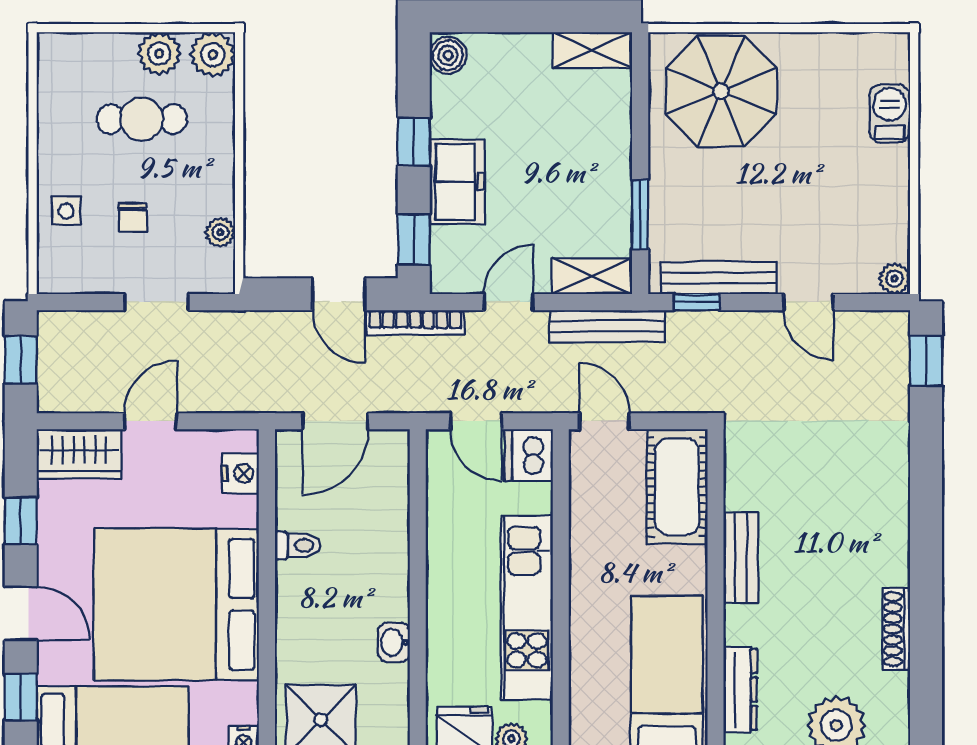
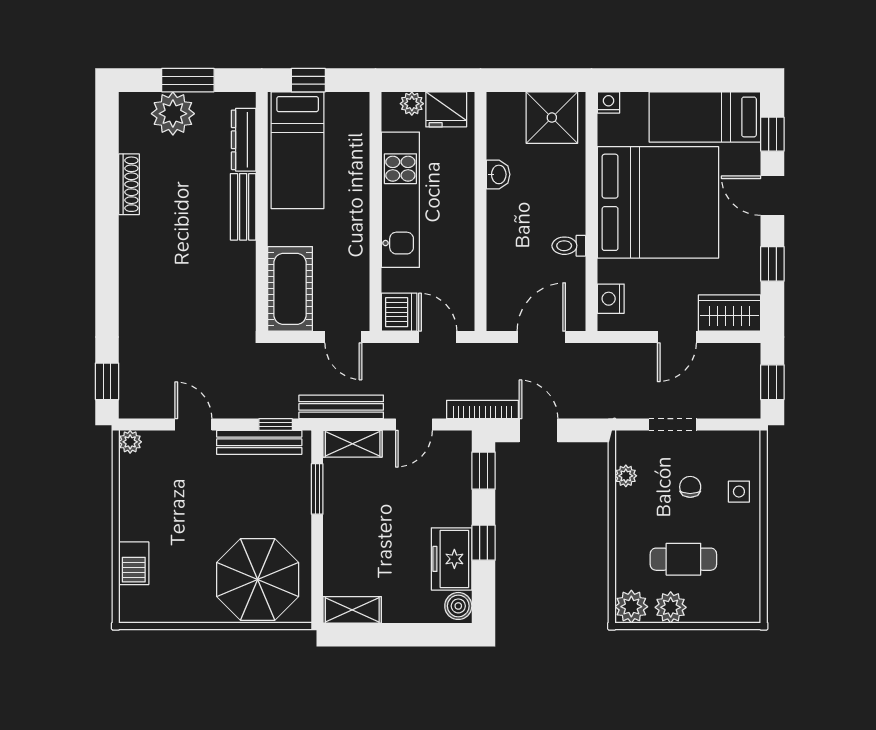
freezer: (457, 182) -> (452, 559), moved
bench: (741, 557) -> (243, 207), moved

